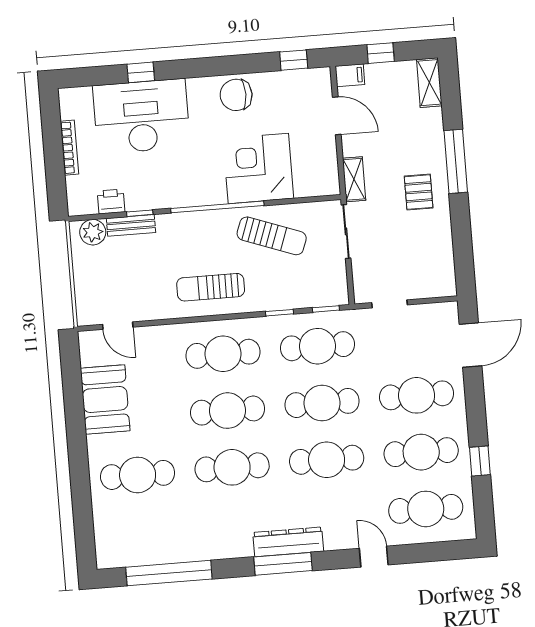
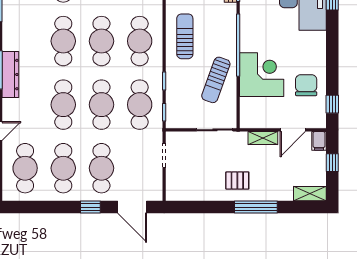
chair: (236, 95) -> (306, 85), moved
shelving: (354, 179) -> (263, 138), moved
window: (480, 461) -> (90, 207), moved

